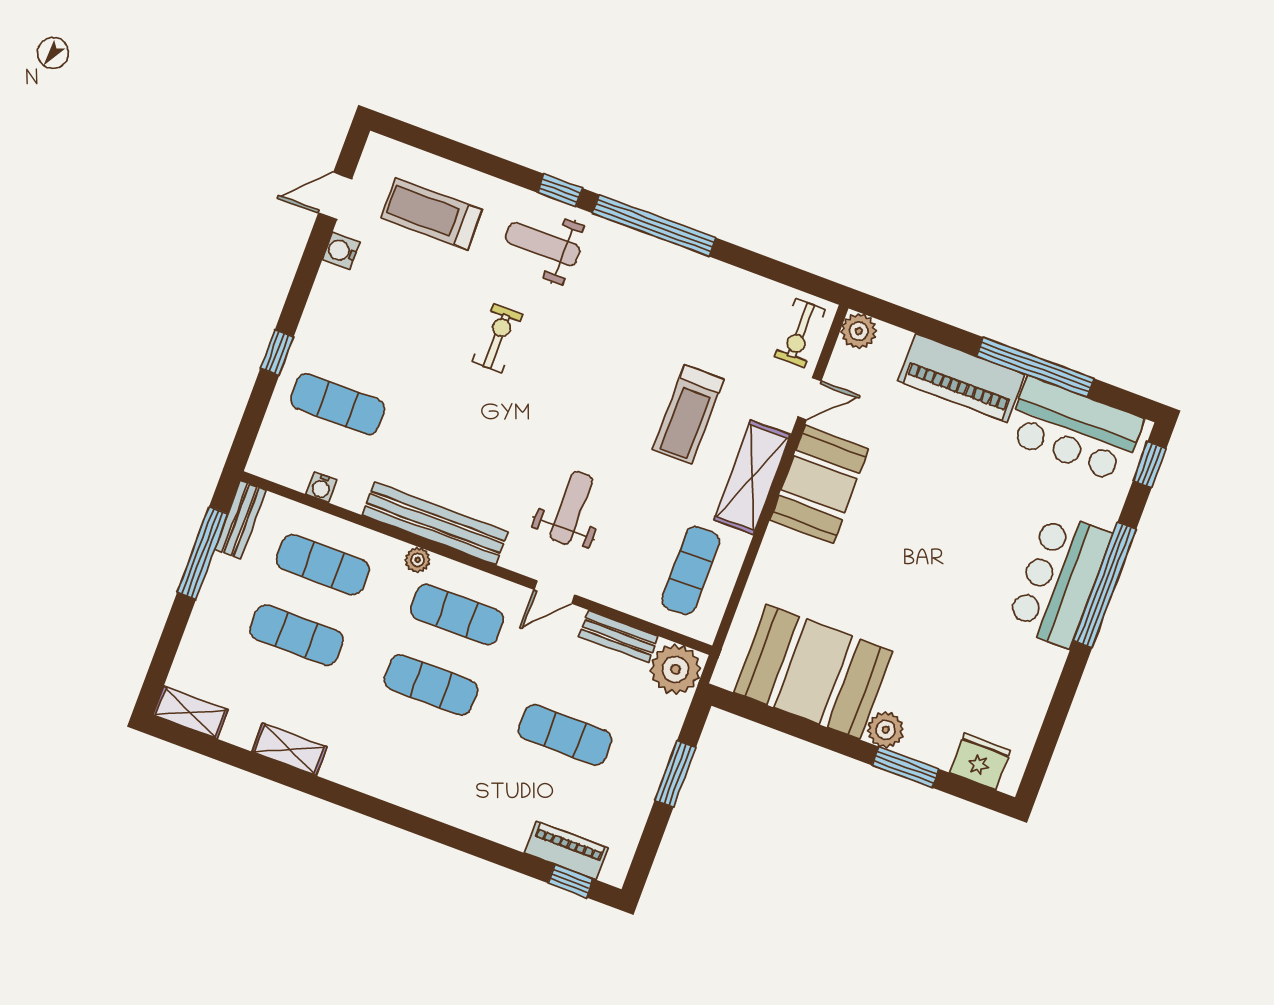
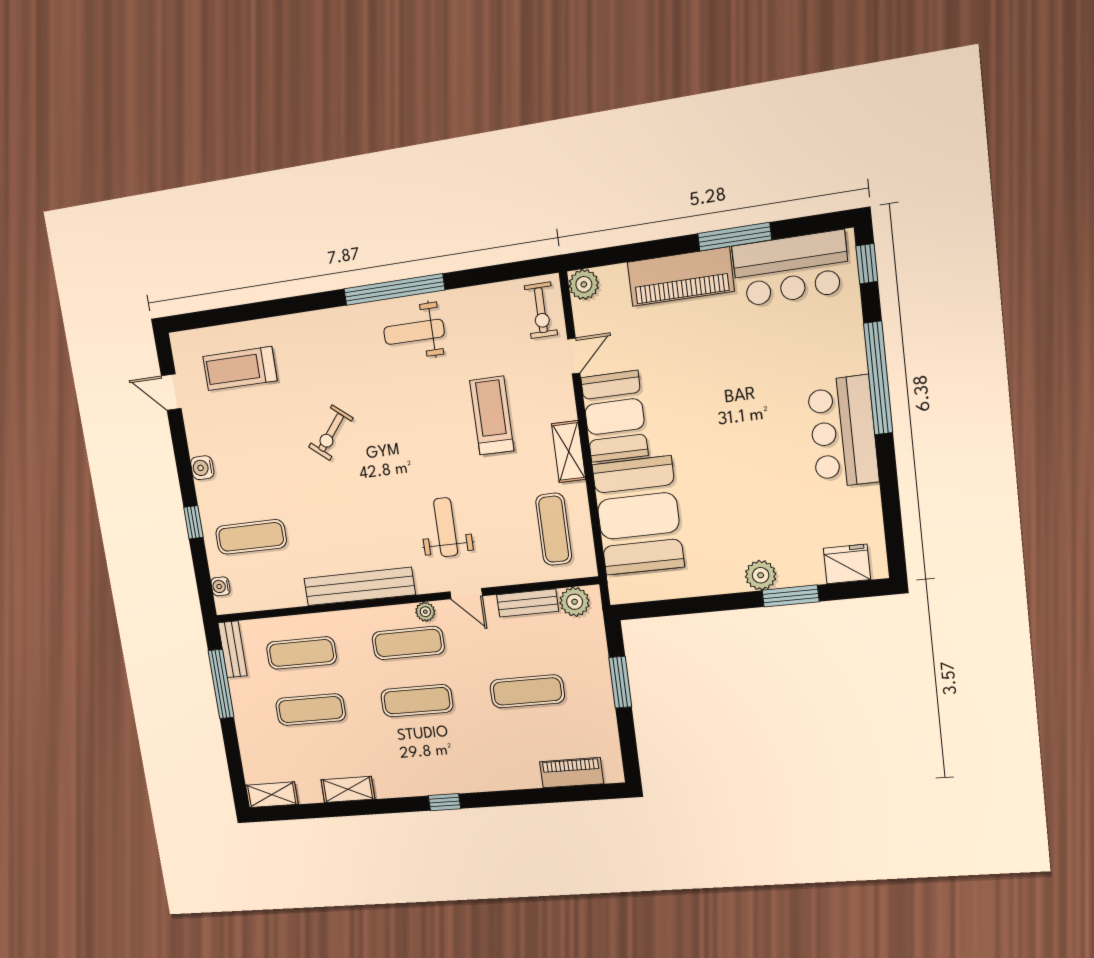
window: (560, 190) -> (316, 302), removed
door: (335, 196) -> (171, 392), hinge flipped
weight bench: (543, 244) -> (414, 332), moved
water cooler: (341, 251) -> (202, 468), moved
exercise bike: (498, 338) -> (331, 433), turned -141
window: (1035, 367) -> (735, 237), width x0.68
treadmill: (688, 414) -> (492, 416), turned 180
shelving: (752, 477) -> (569, 452), width x0.67, depth x0.75
water cooler: (321, 487) -> (220, 586), moved, turned 90
plant: (418, 560) -> (425, 612), moved
bar counter: (1059, 580) -> (843, 432), moved
door: (555, 592) -> (466, 594), hinge flipped
plant: (675, 669) -> (575, 602), width x0.73, depth x0.73
booth: (813, 672) -> (638, 516), moved, turned 90
window: (571, 881) -> (444, 802), moved

